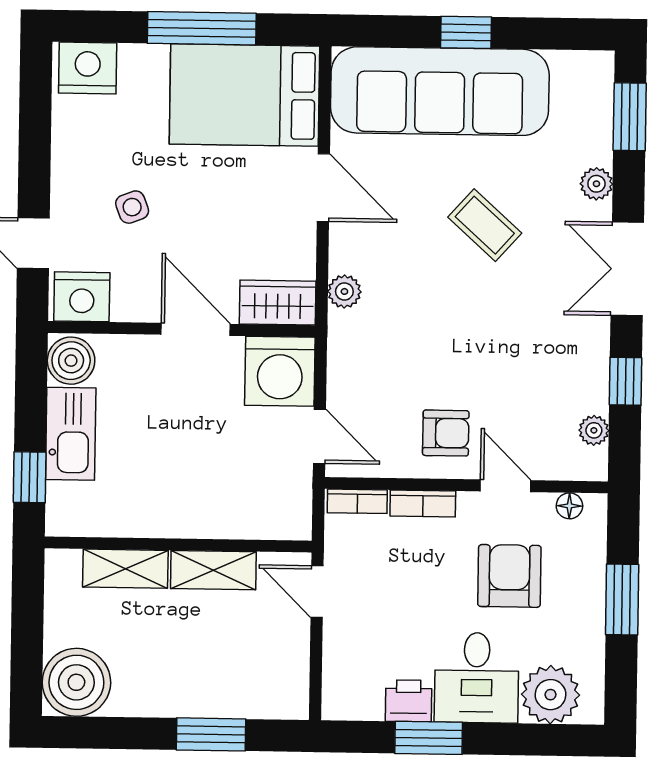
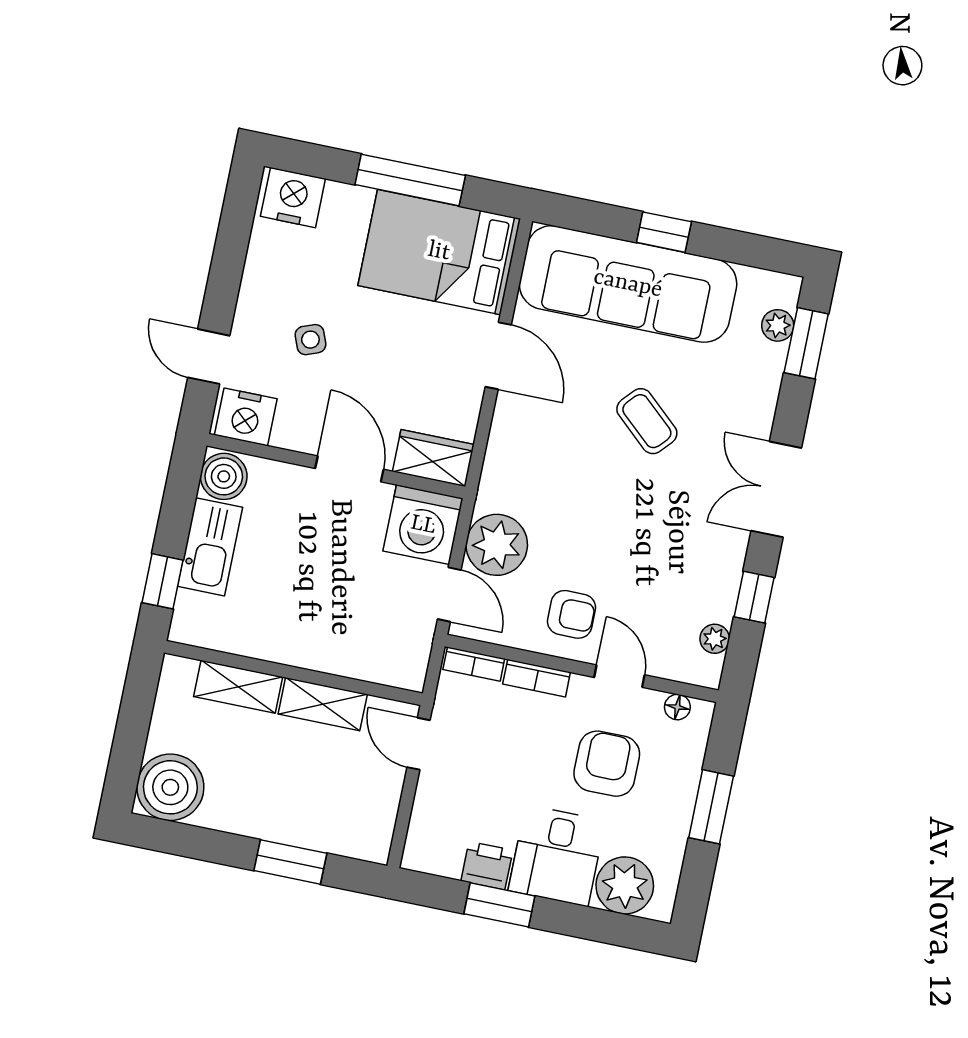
plant: (596, 184) -> (778, 325), moved
plant: (344, 291) -> (497, 545), moved, width x1.87, depth x1.87

